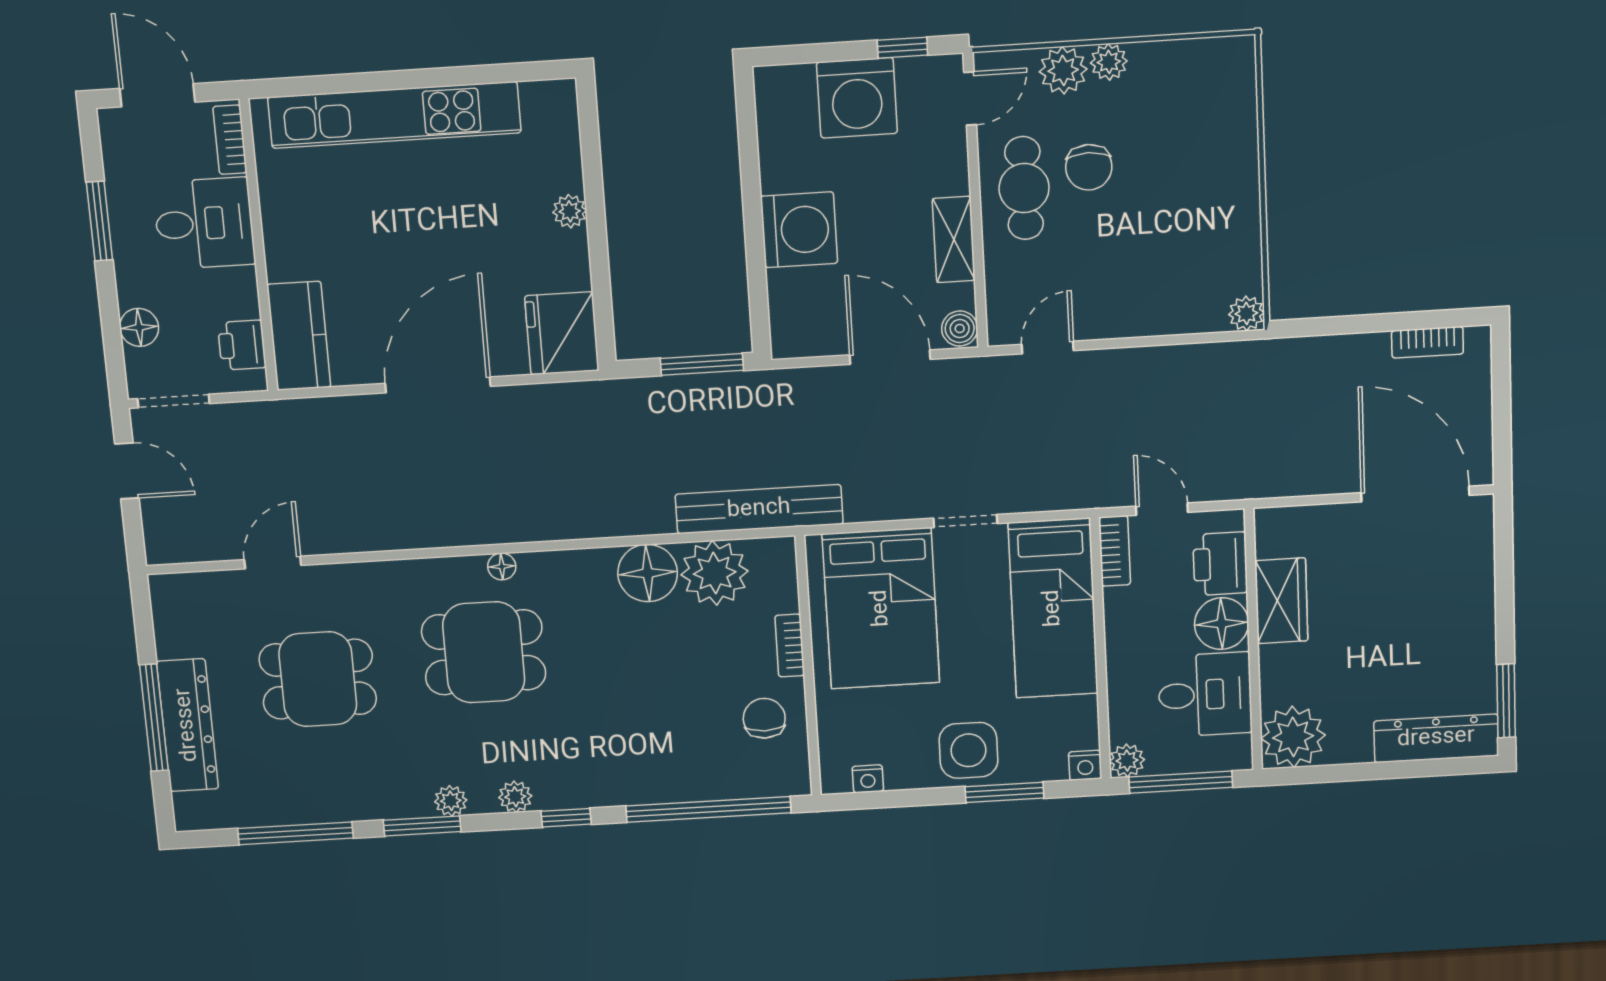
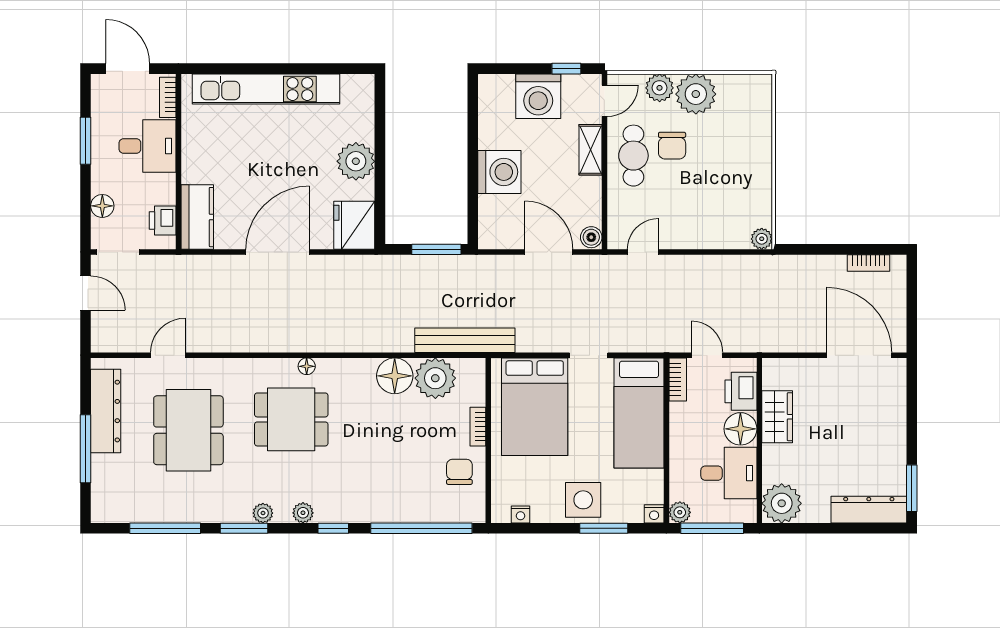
plant: (1109, 62) -> (696, 94), width x1.87, depth x1.87
plant: (570, 211) -> (356, 161), width x1.88, depth x1.88
shelving: (954, 239) -> (590, 150), moved
dining table: (318, 679) -> (188, 430), width x1.38
dresser: (187, 725) -> (106, 411), moved

